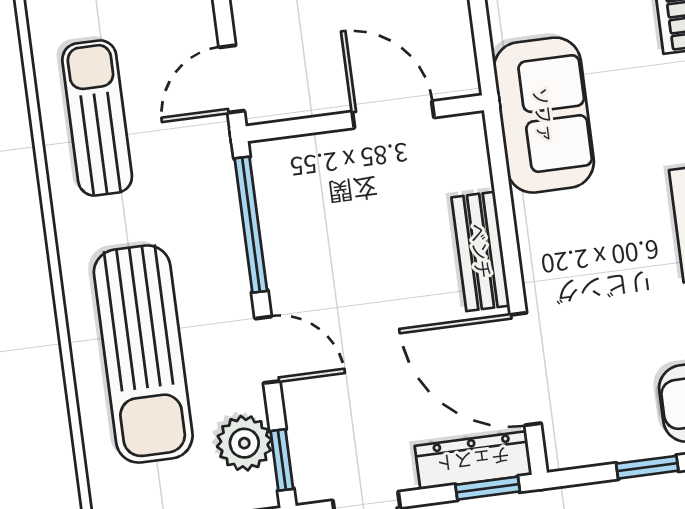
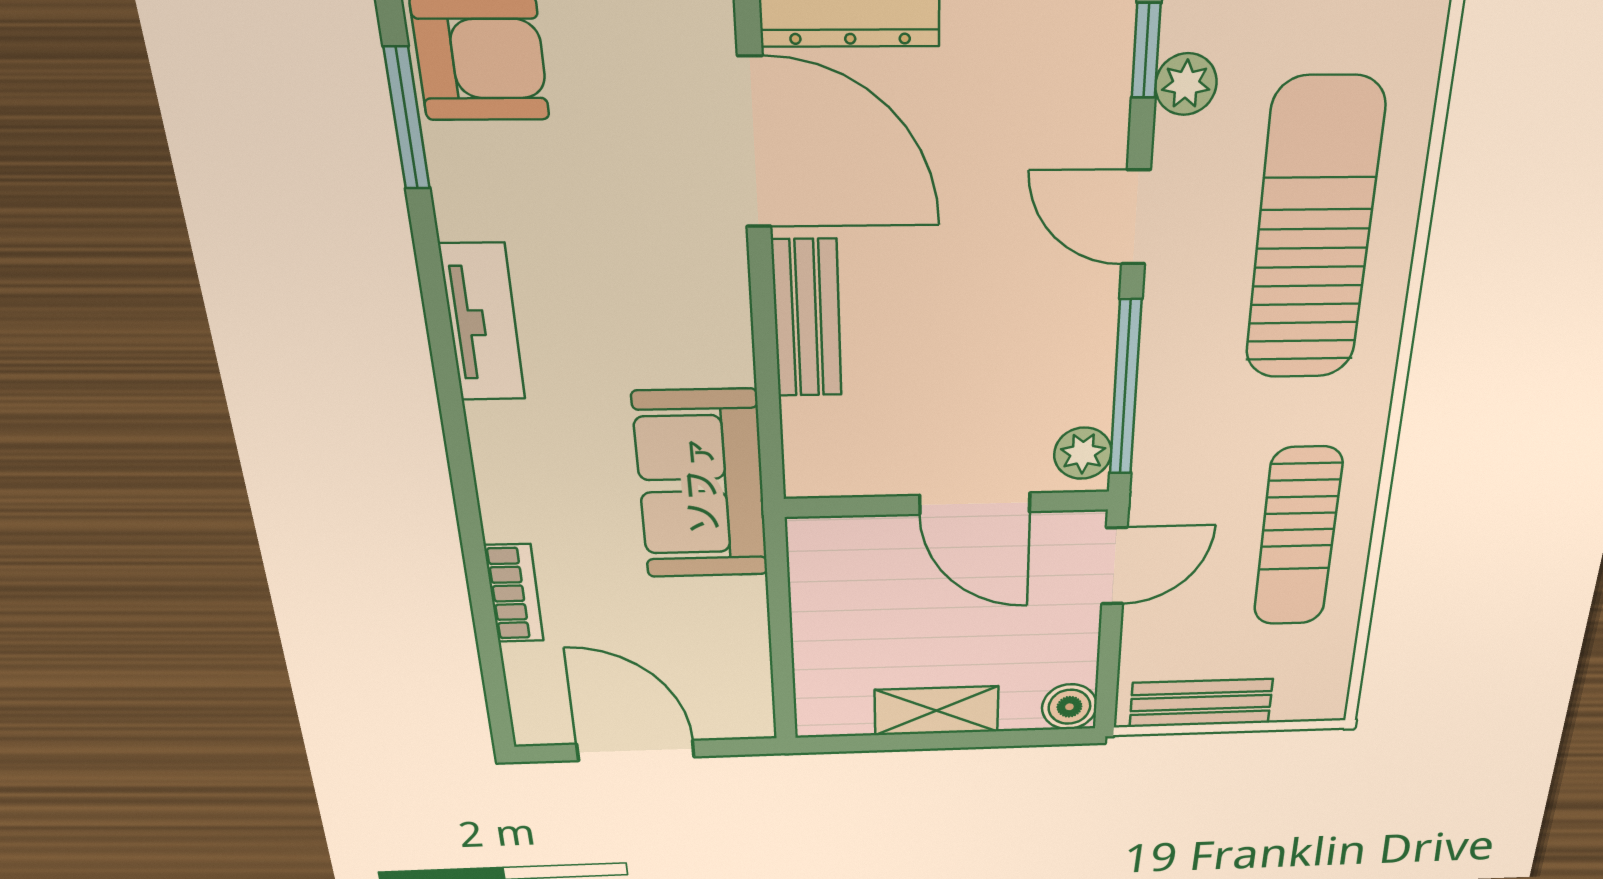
door: (393, 115) -> (975, 504), moved
plant: (272, 170) -> (1083, 453), added
plant: (244, 443) -> (1186, 84), width x0.73, depth x0.73

